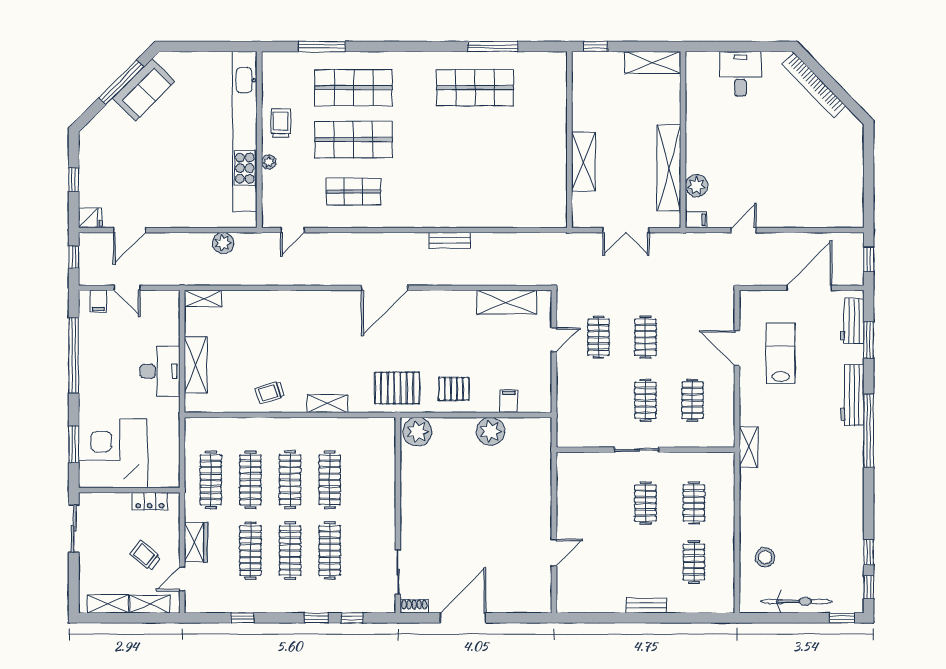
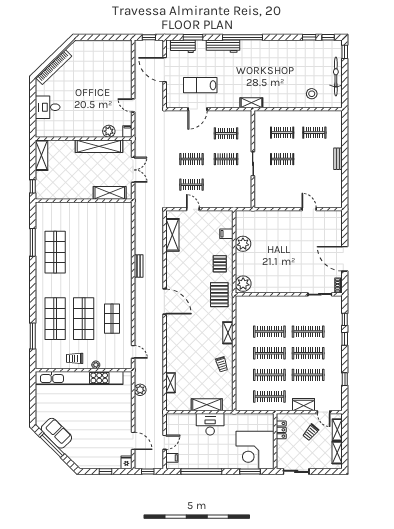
shelving: (584, 162) -> (110, 193), moved
shelving: (203, 299) -> (170, 383), moved

